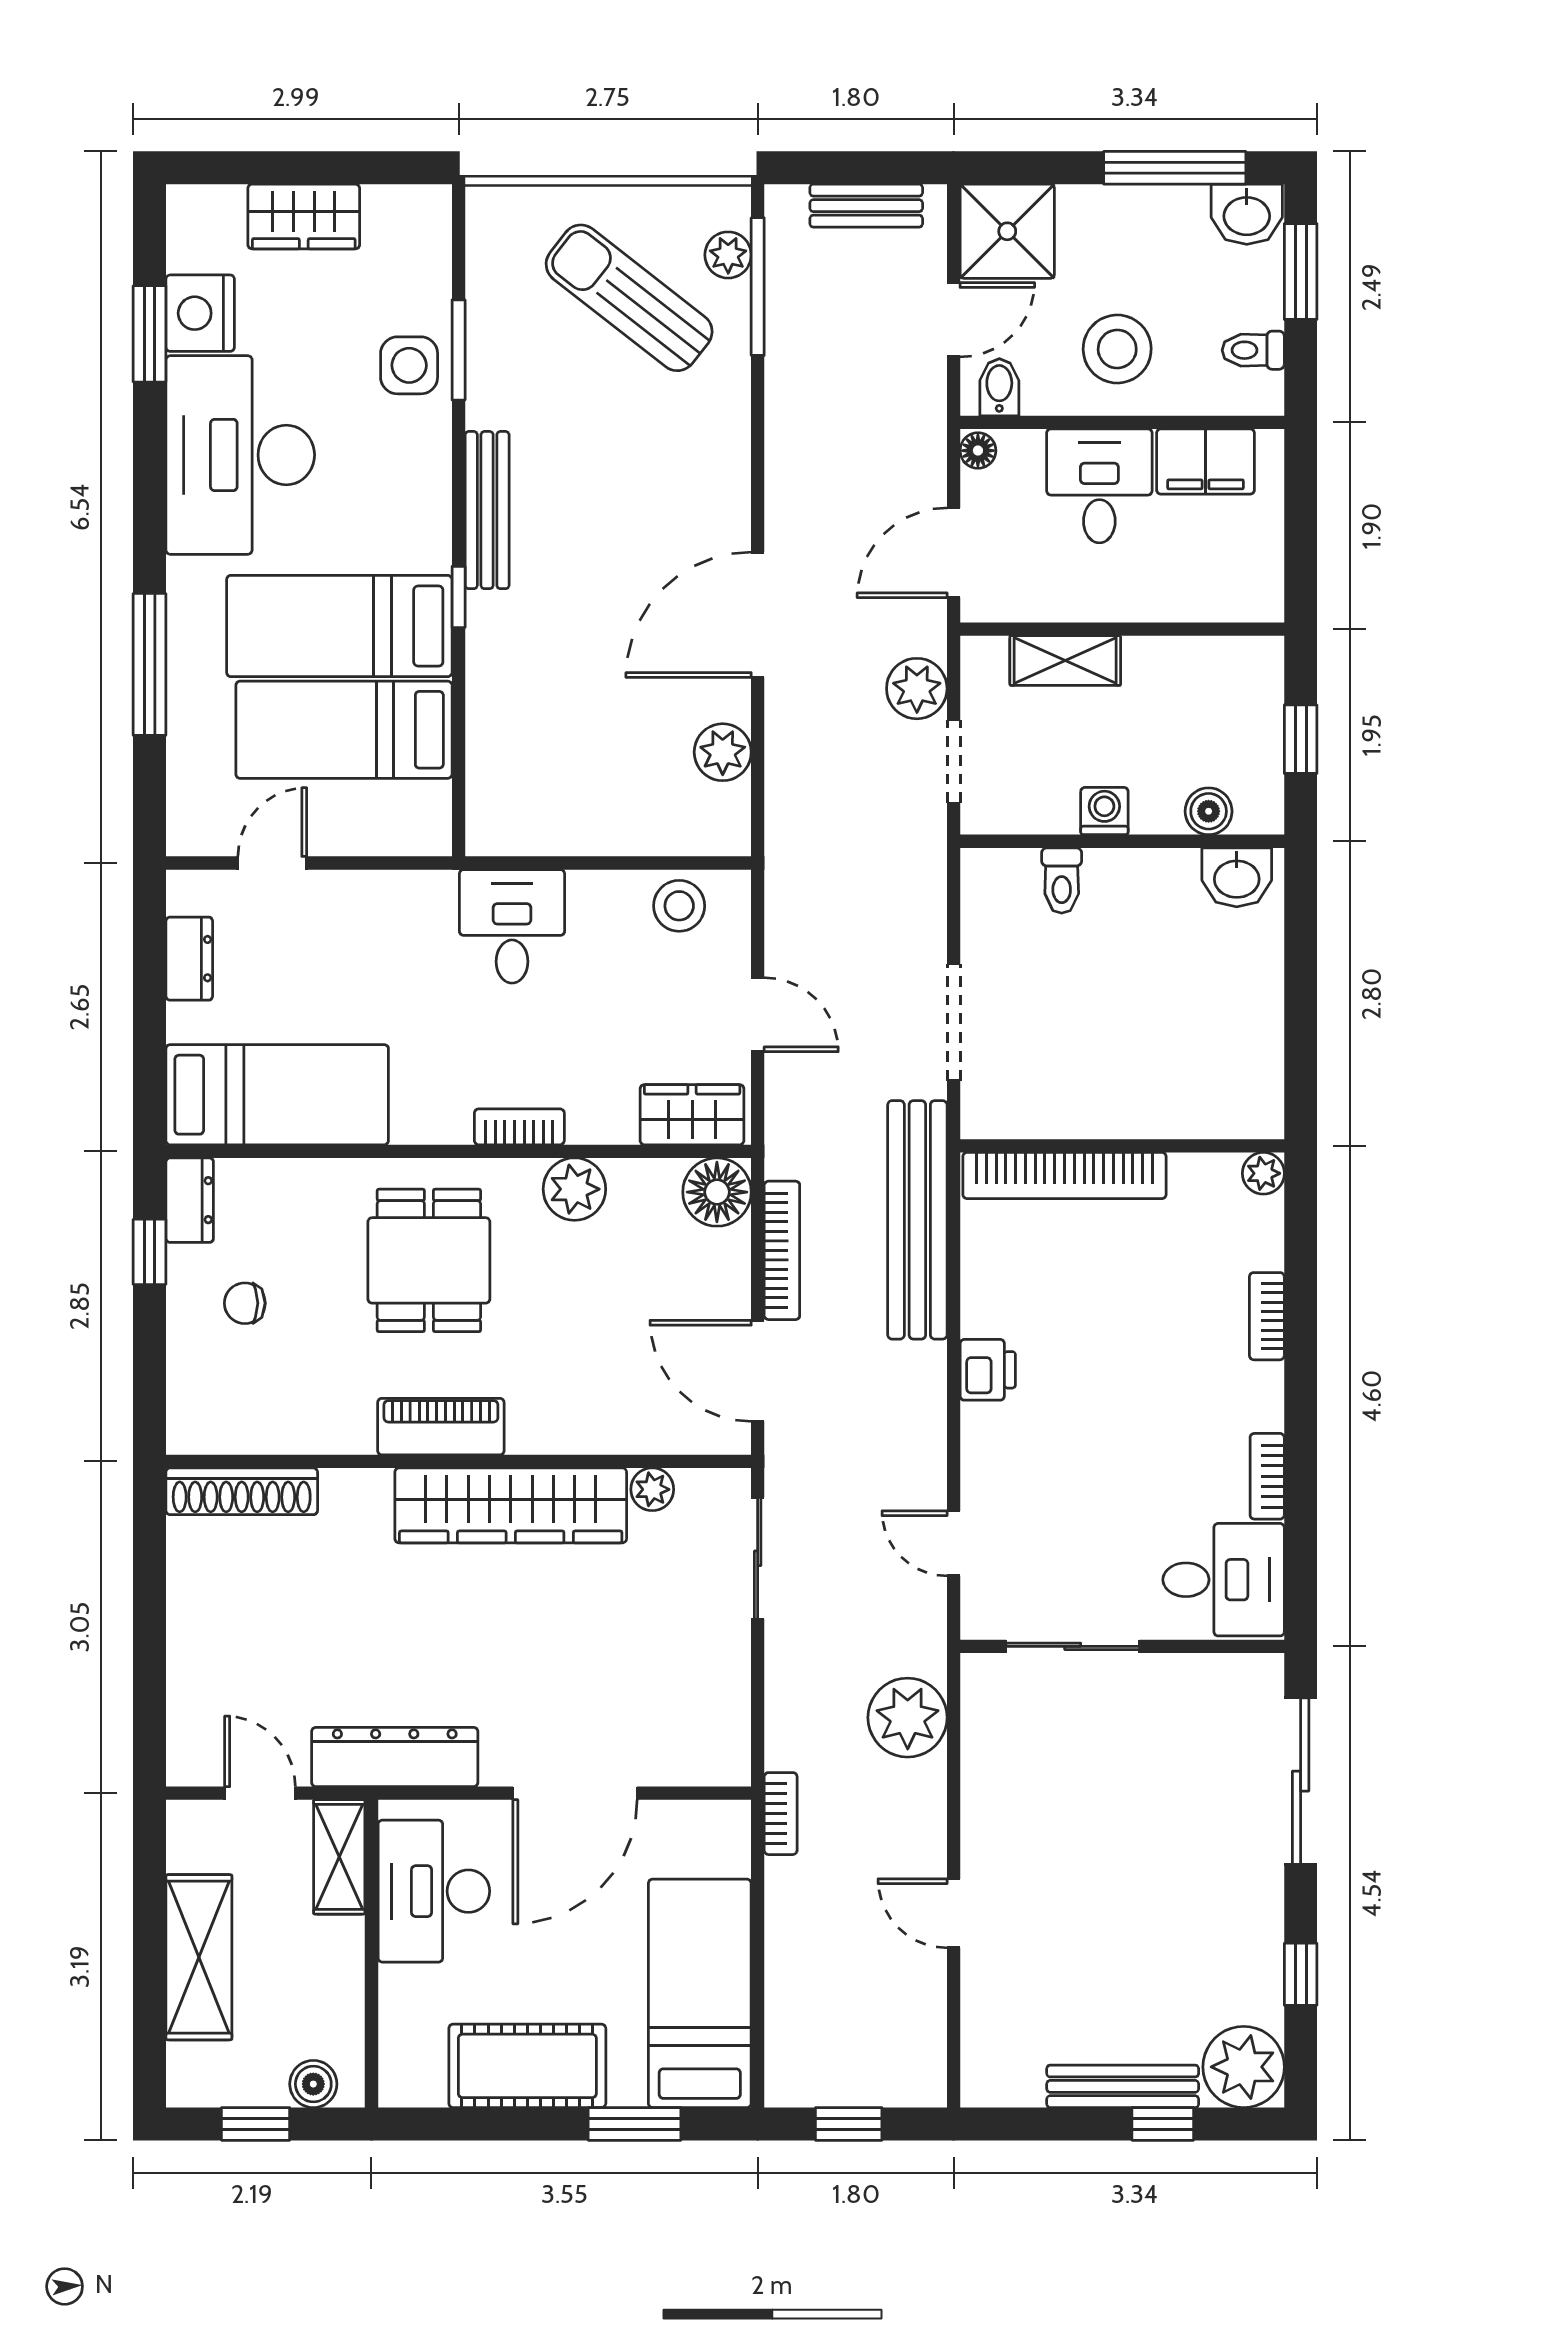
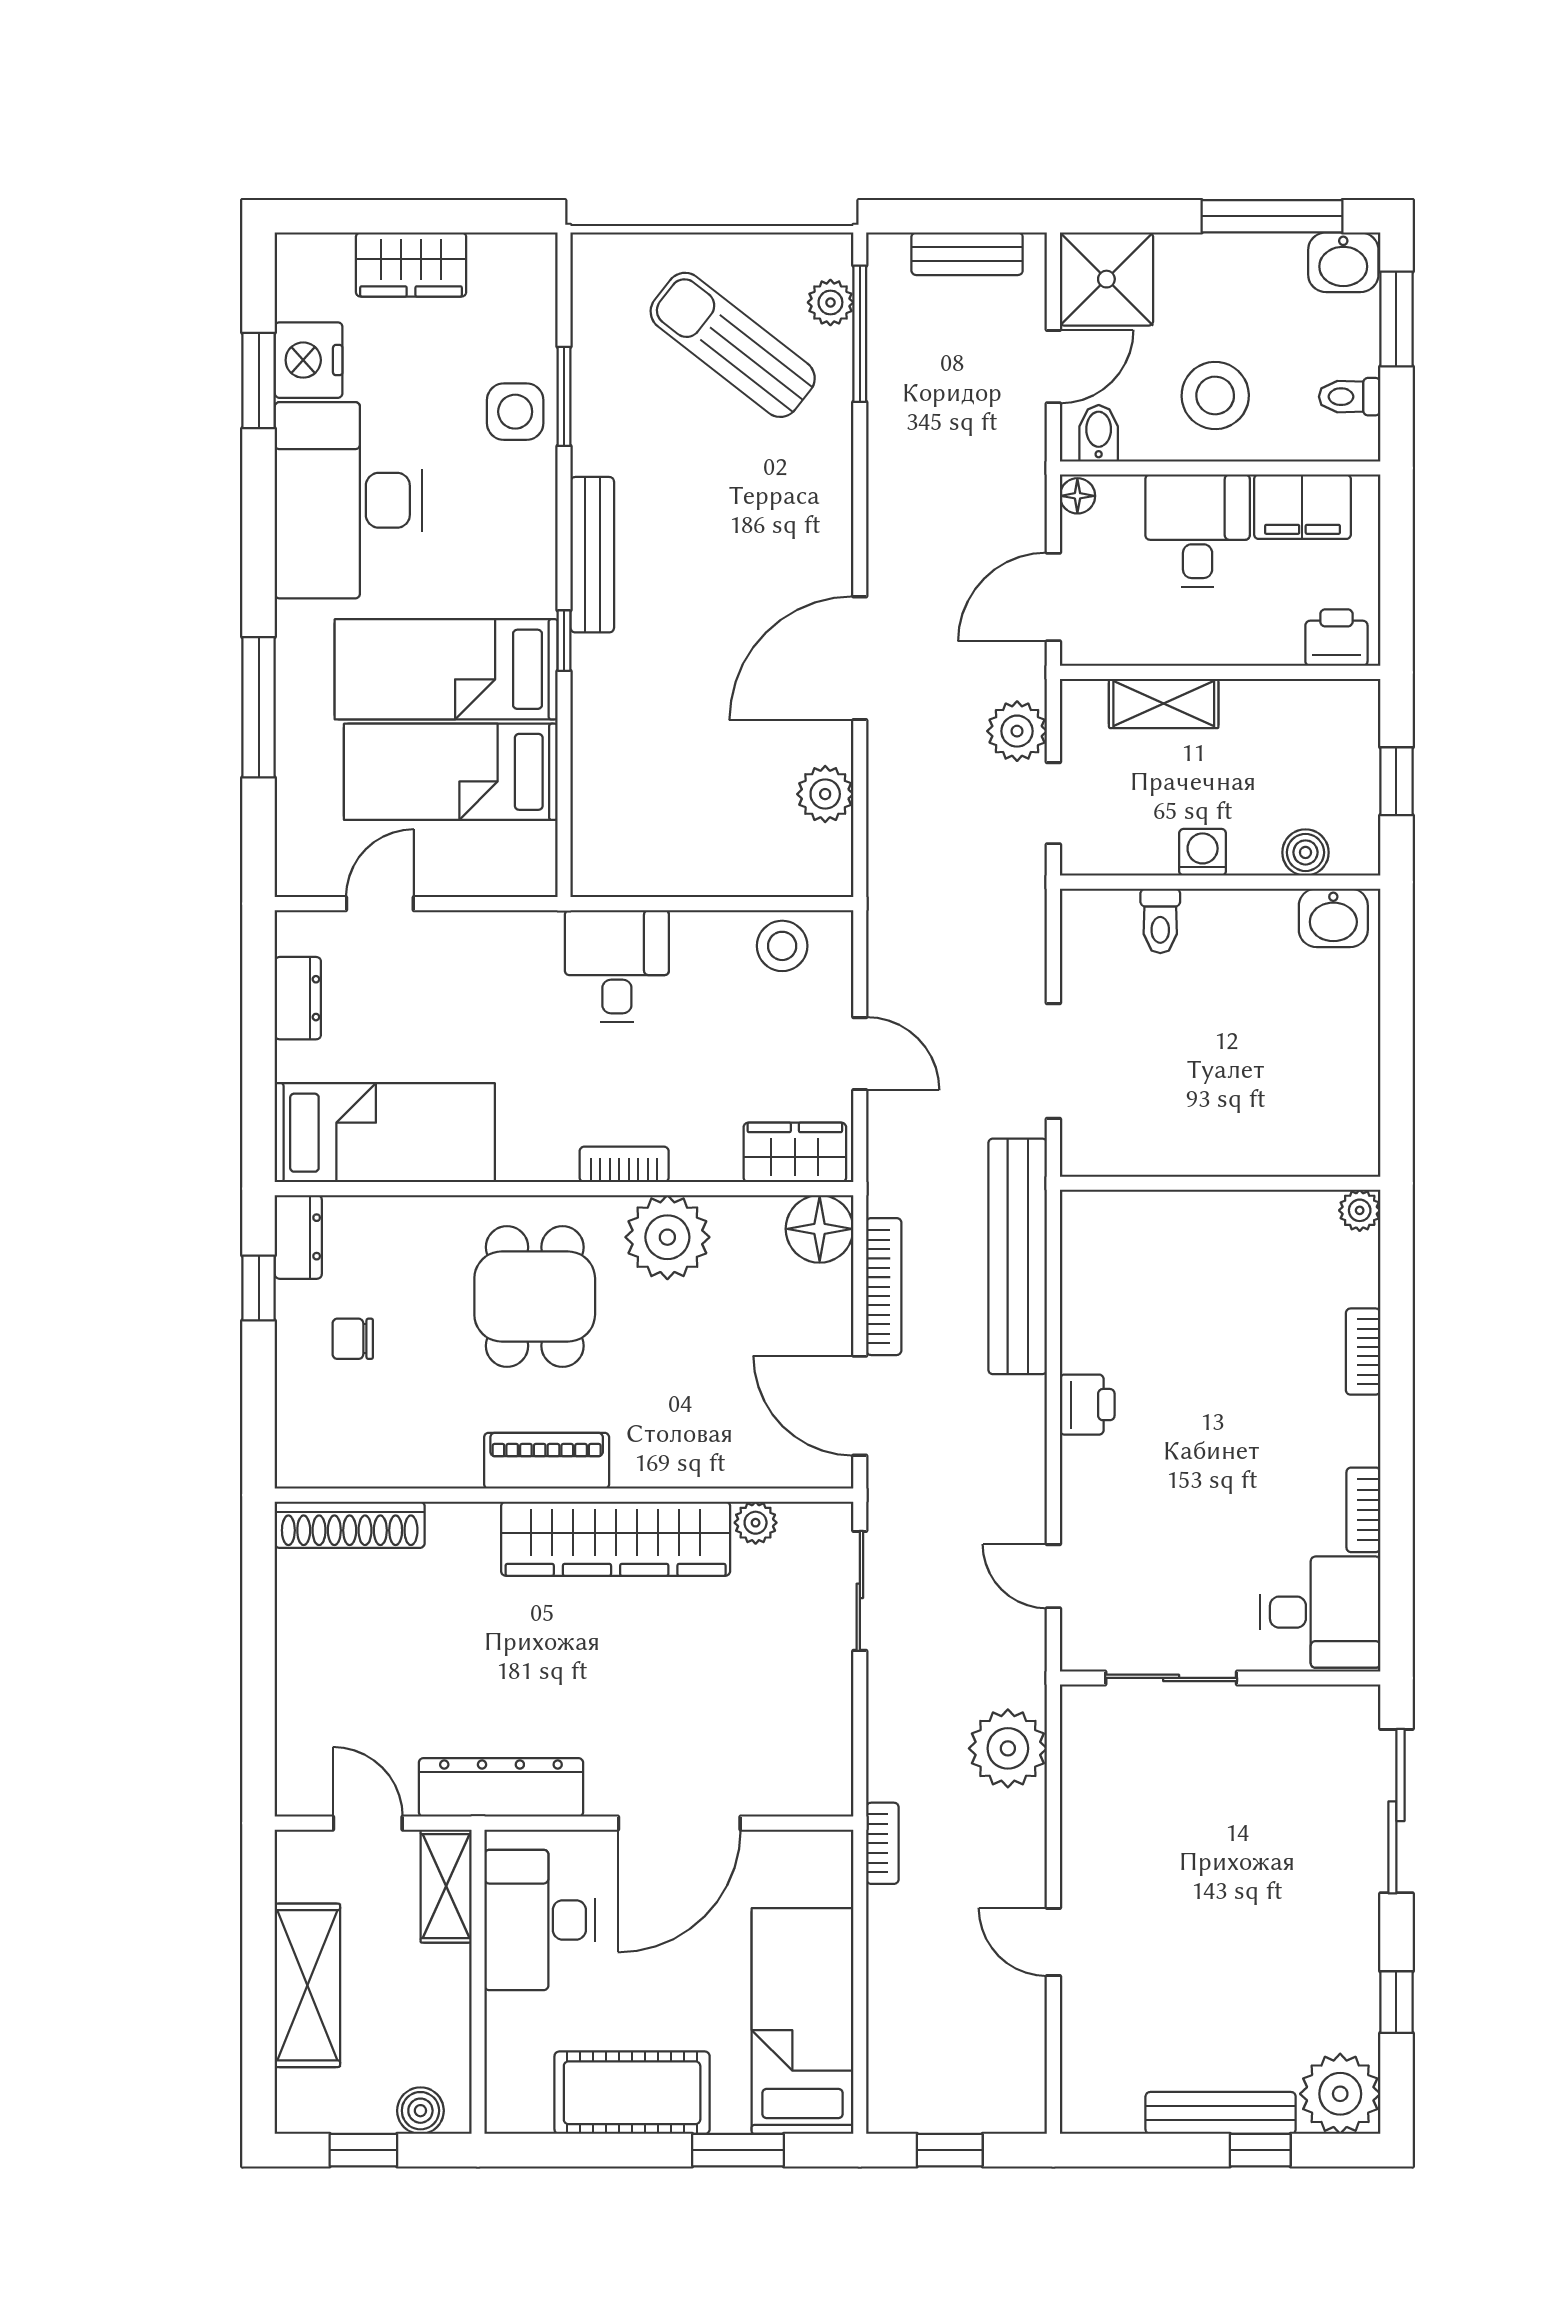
printer: (1240, 594) -> (1336, 638), added
bookcase: (1064, 1175) -> (1163, 1213), removed
plant: (574, 1189) -> (667, 1237), width x1.36, depth x1.36

